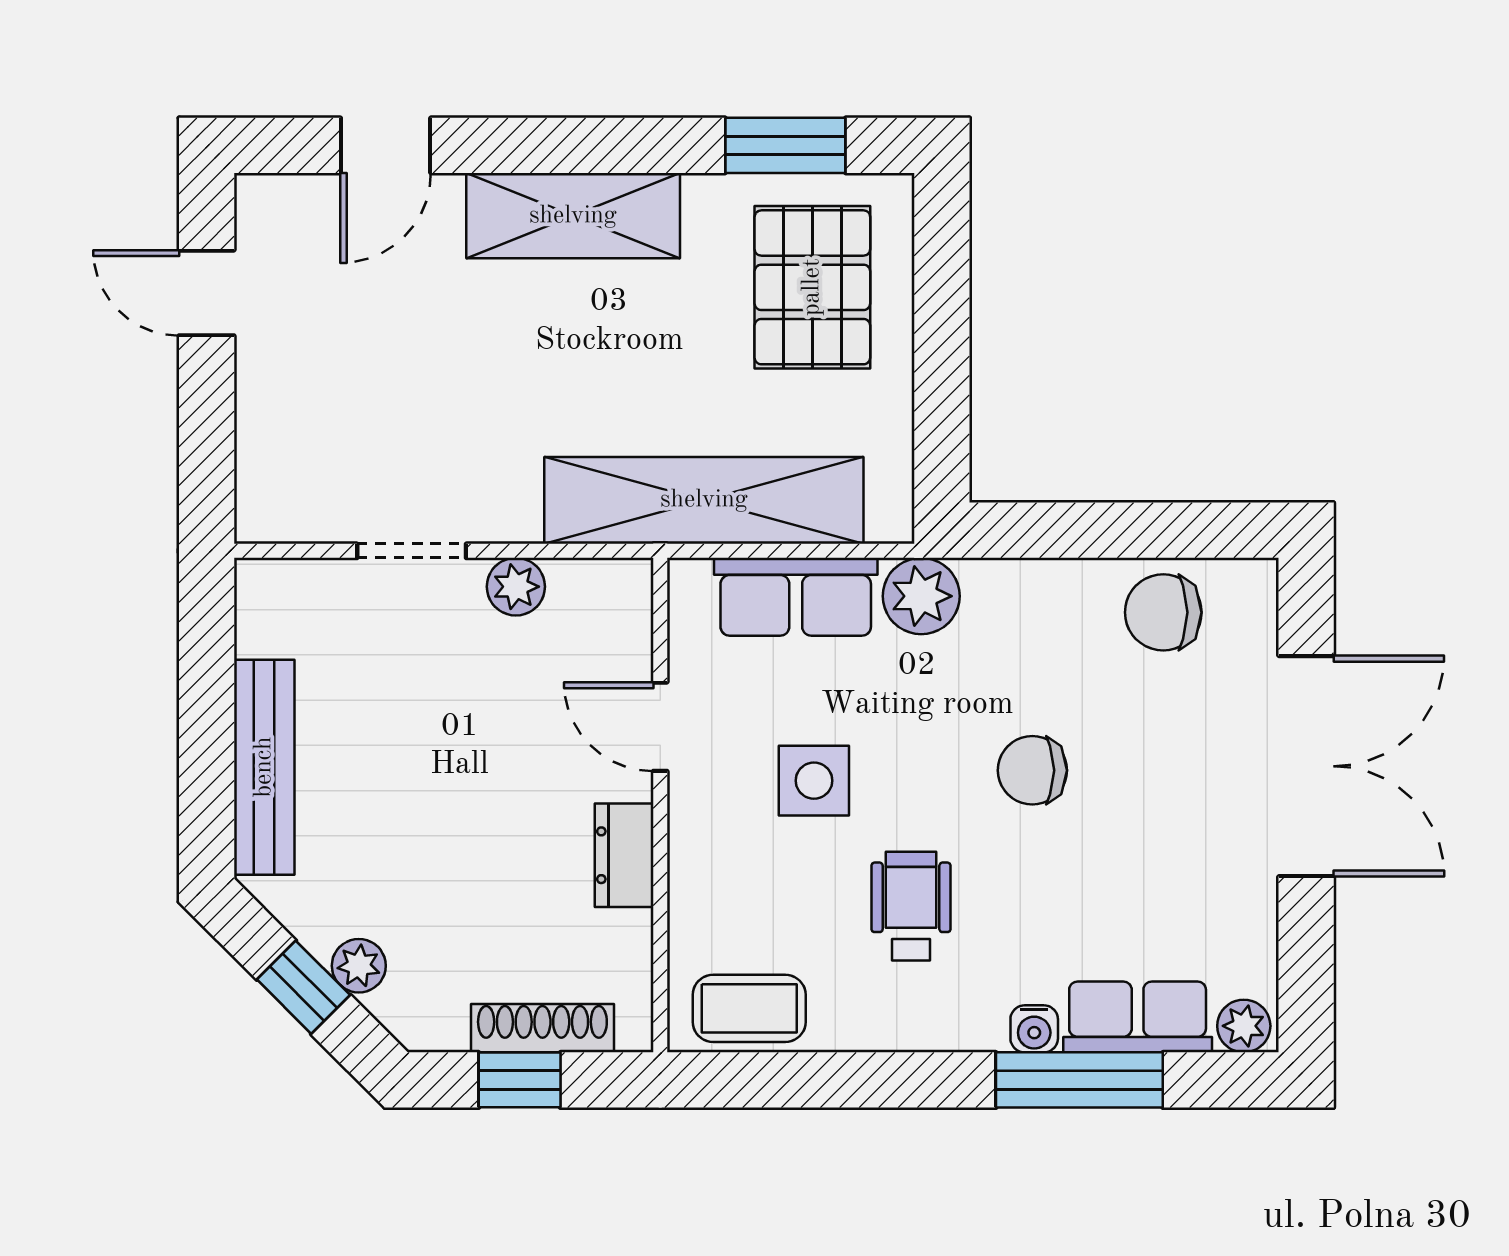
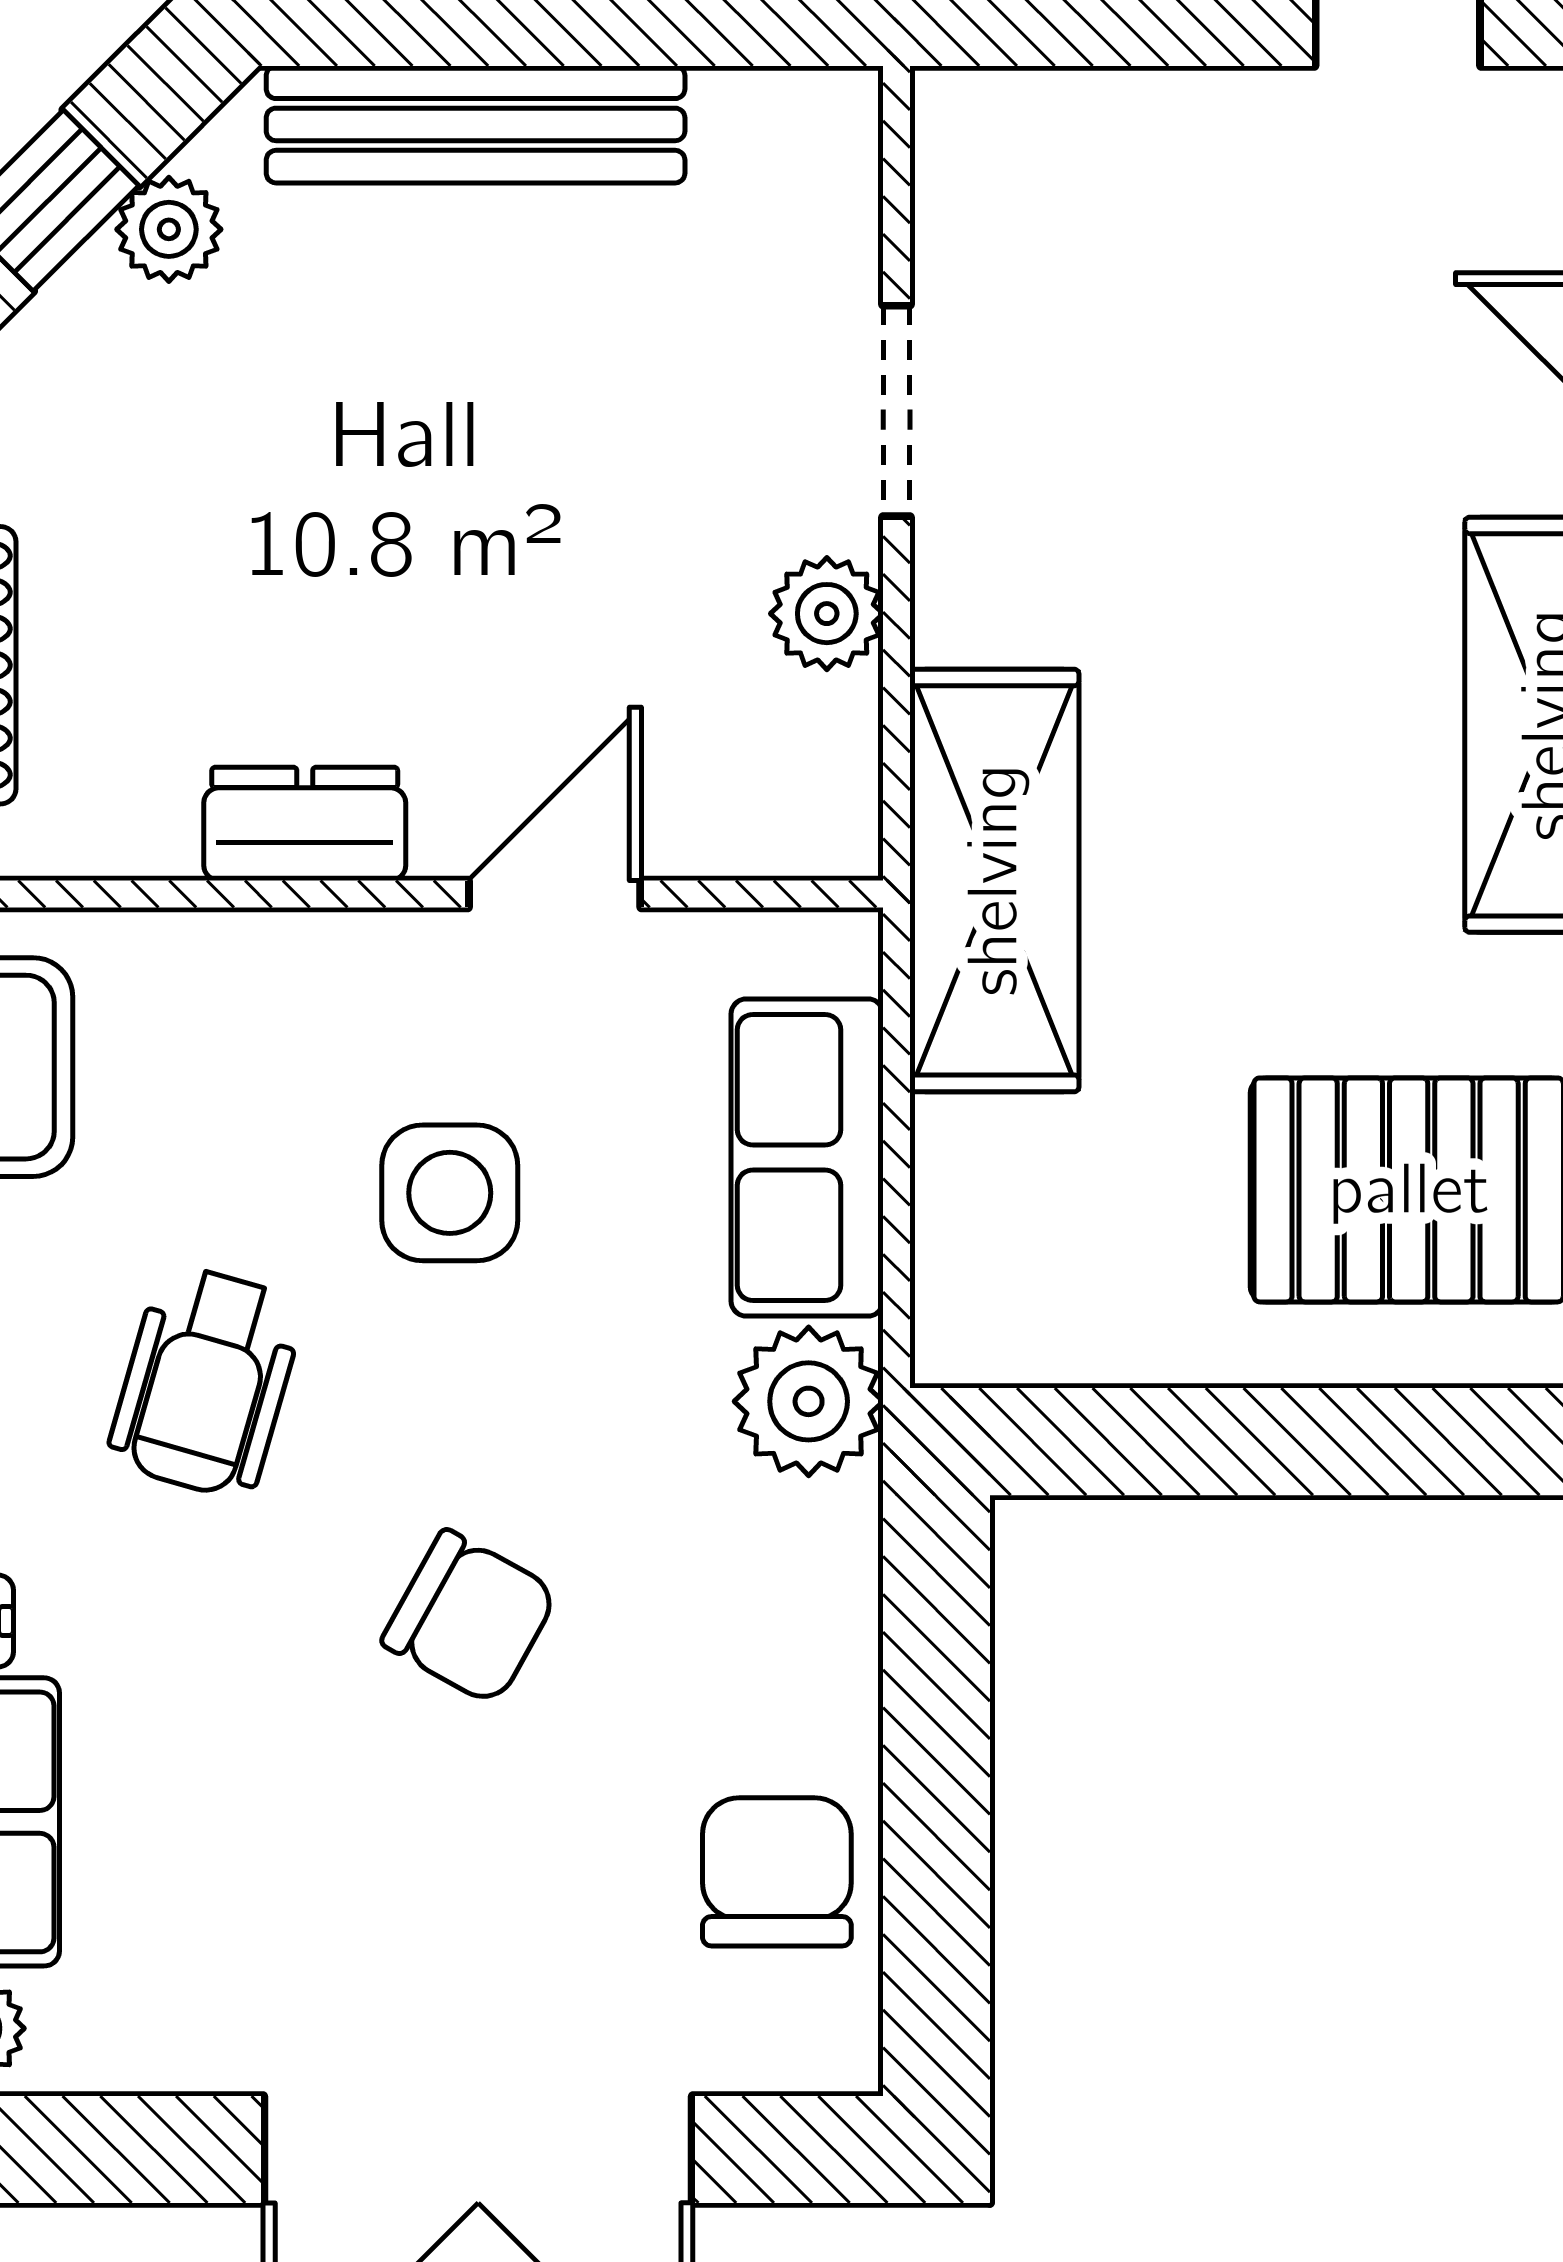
shelving: (704, 500) -> (994, 880), width x0.68
chair: (1032, 770) -> (470, 1617), turned 119
wheelchair: (911, 906) -> (206, 1382), turned 106
plant: (359, 966) -> (169, 229), moved

